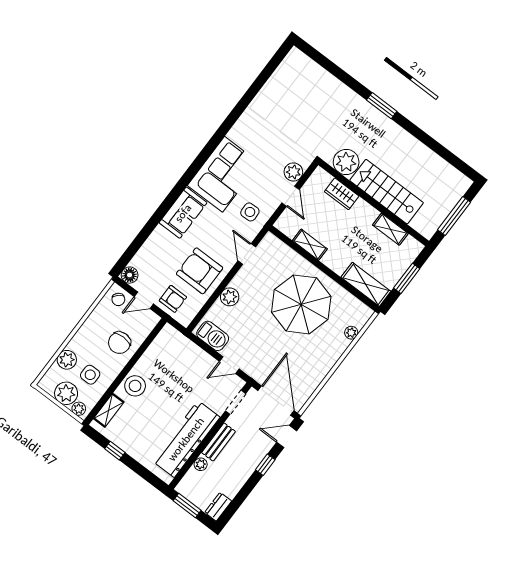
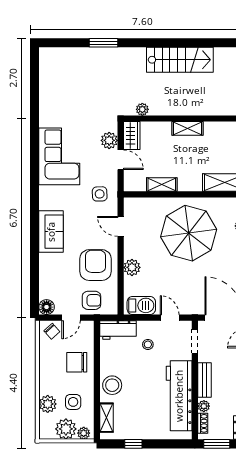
window: (382, 106) -> (104, 43), moved
plant: (346, 162) -> (142, 109), width x0.53, depth x0.53
corner sofa: (223, 174) -> (59, 156), moved
stairs: (387, 192) -> (180, 60), moved, turned 180
wardrobe: (342, 194) -> (132, 136), moved, turned -90
shelving: (390, 229) -> (187, 128), moved
armchair: (200, 271) -> (95, 265), turned 90
workbench: (176, 342) -> (118, 330), added
chair: (119, 343) -> (77, 362), turned 90
door: (229, 365) -> (170, 318), swing flipped
stool: (193, 374) -> (148, 344), added
shoe rack: (188, 479) -> (203, 423), added

